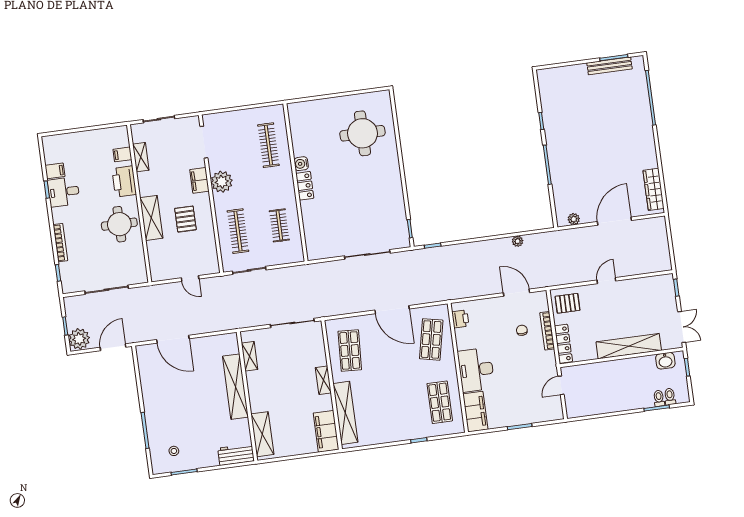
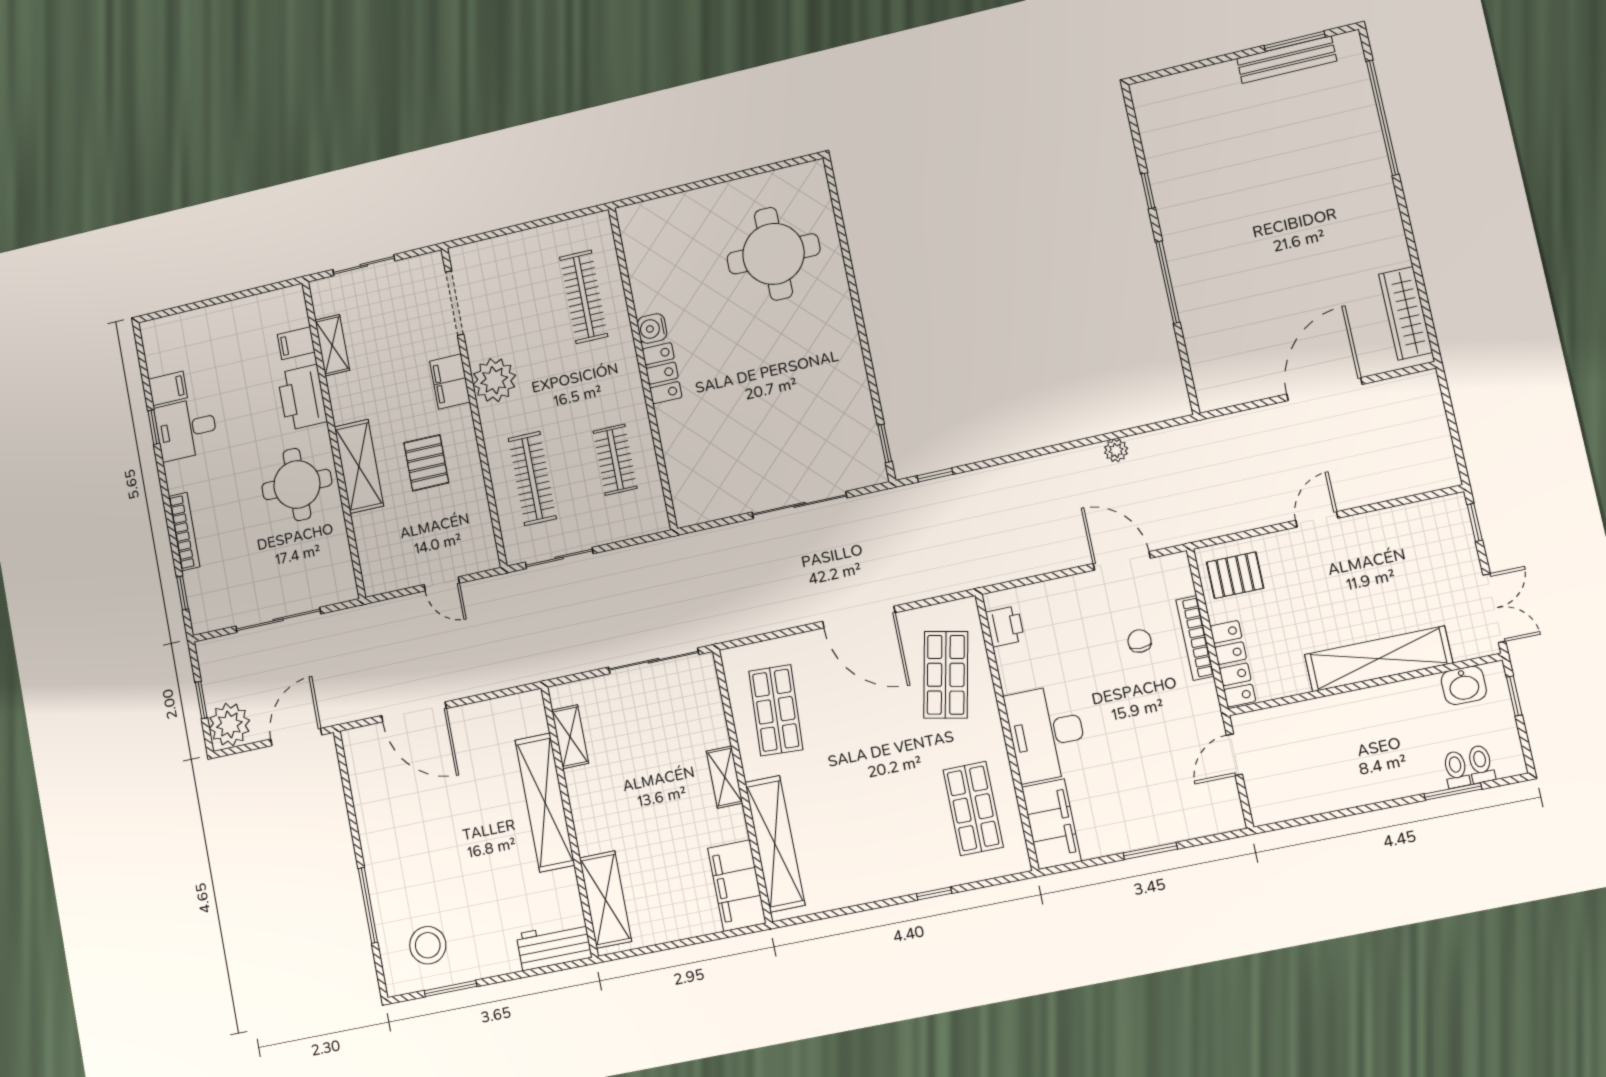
plant: (574, 219) -> (1234, 393), removed
stool: (174, 451) -> (428, 945), width x1.89, depth x1.89

